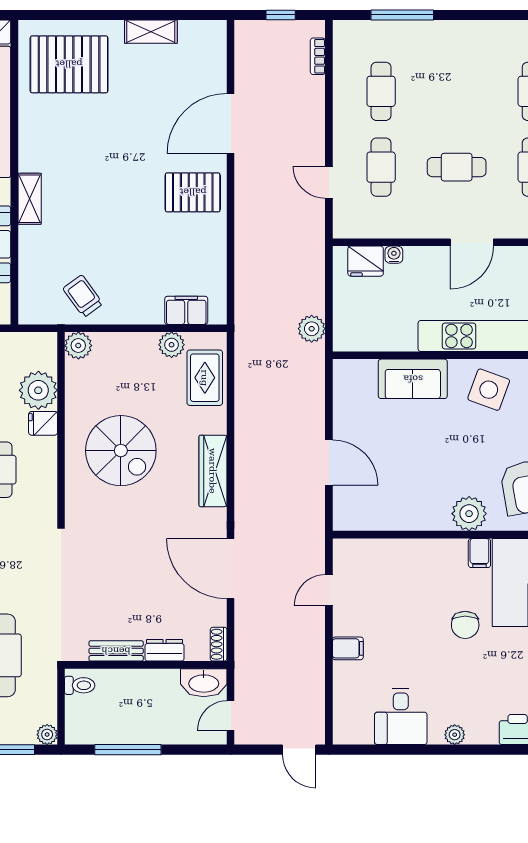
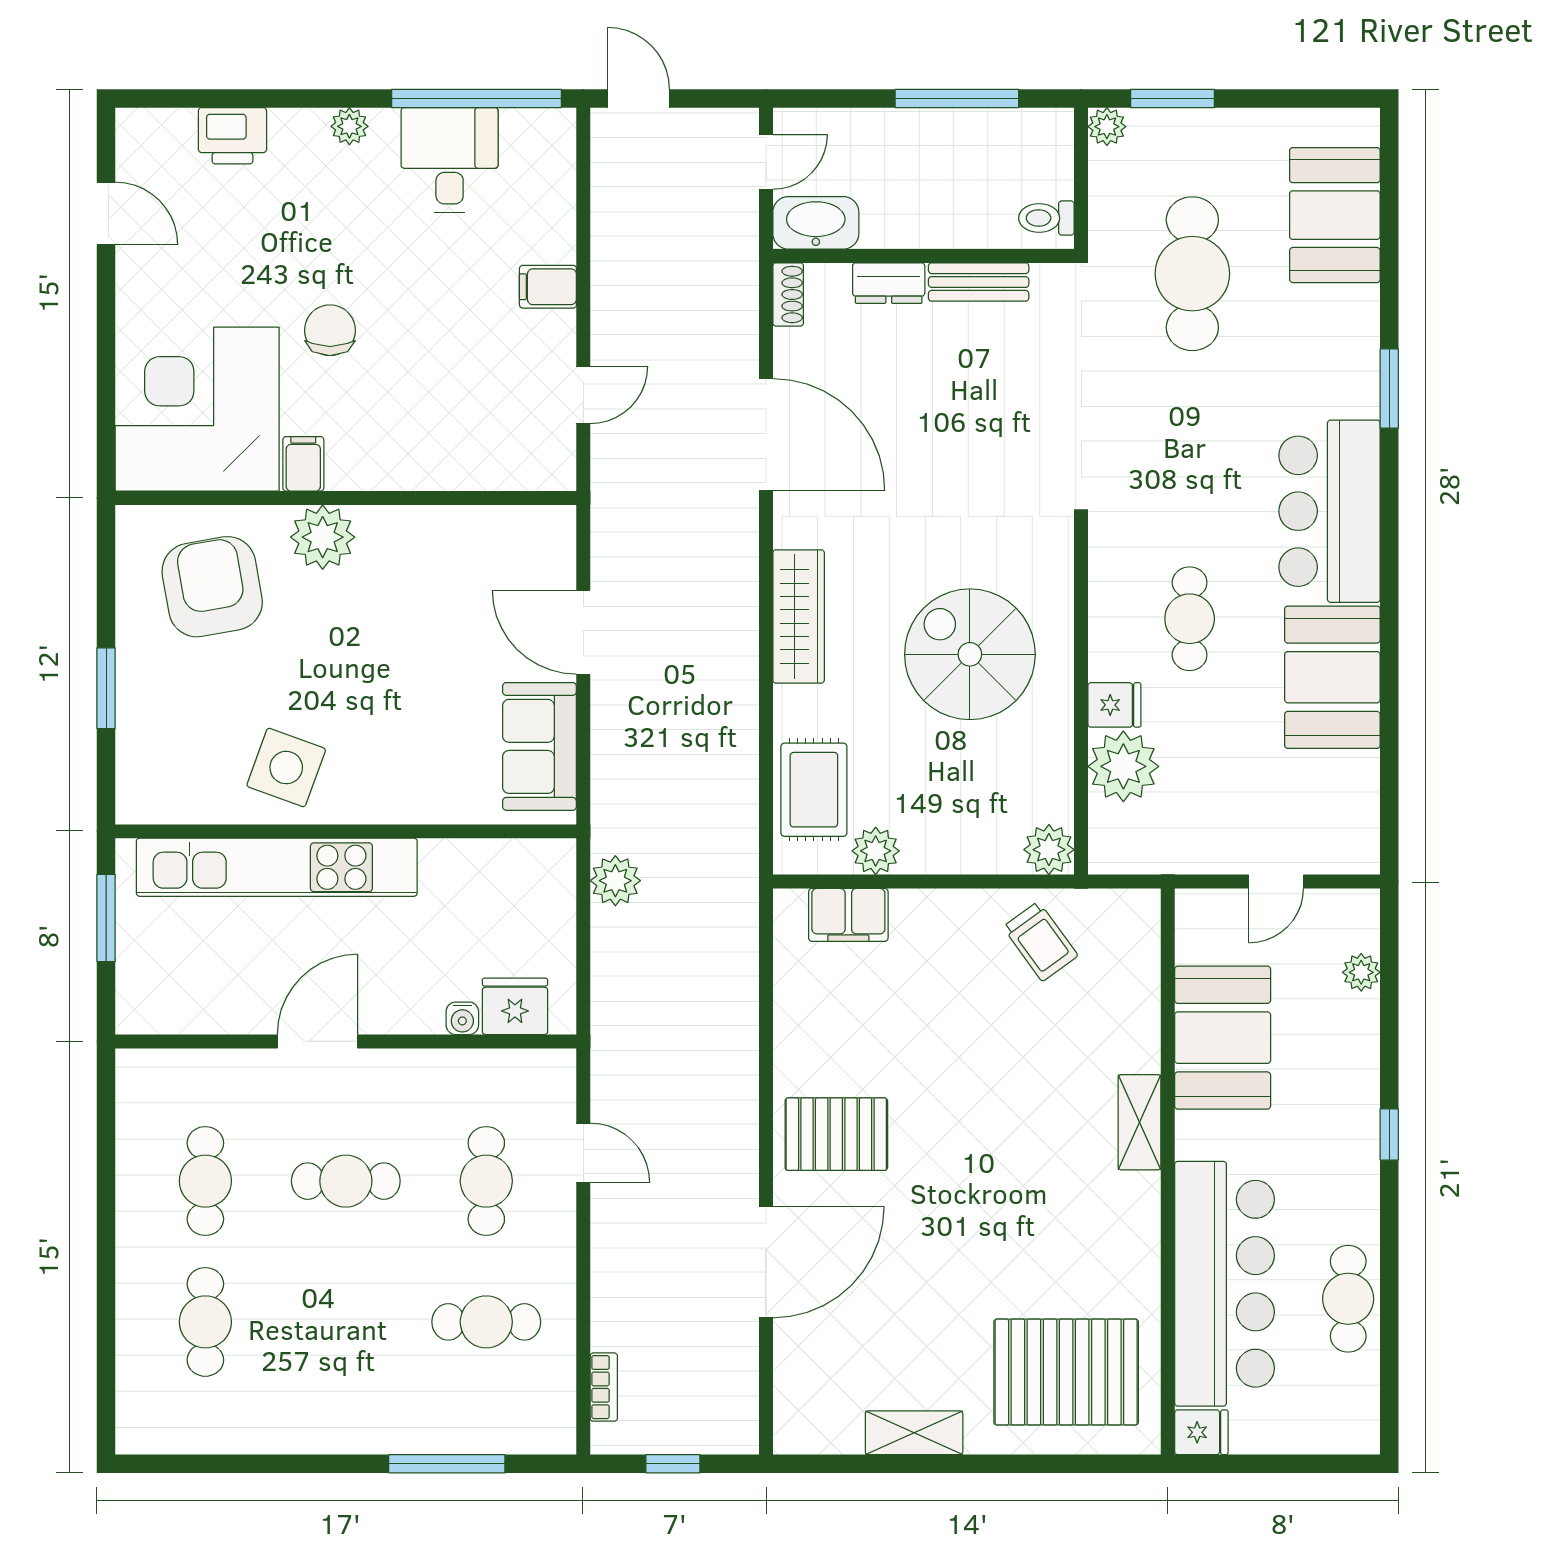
cafe table: (381, 91) -> (486, 1322), turned 90
sofa: (413, 379) -> (539, 746), moved, turned -90
window: (386, 750) -> (476, 98), added

